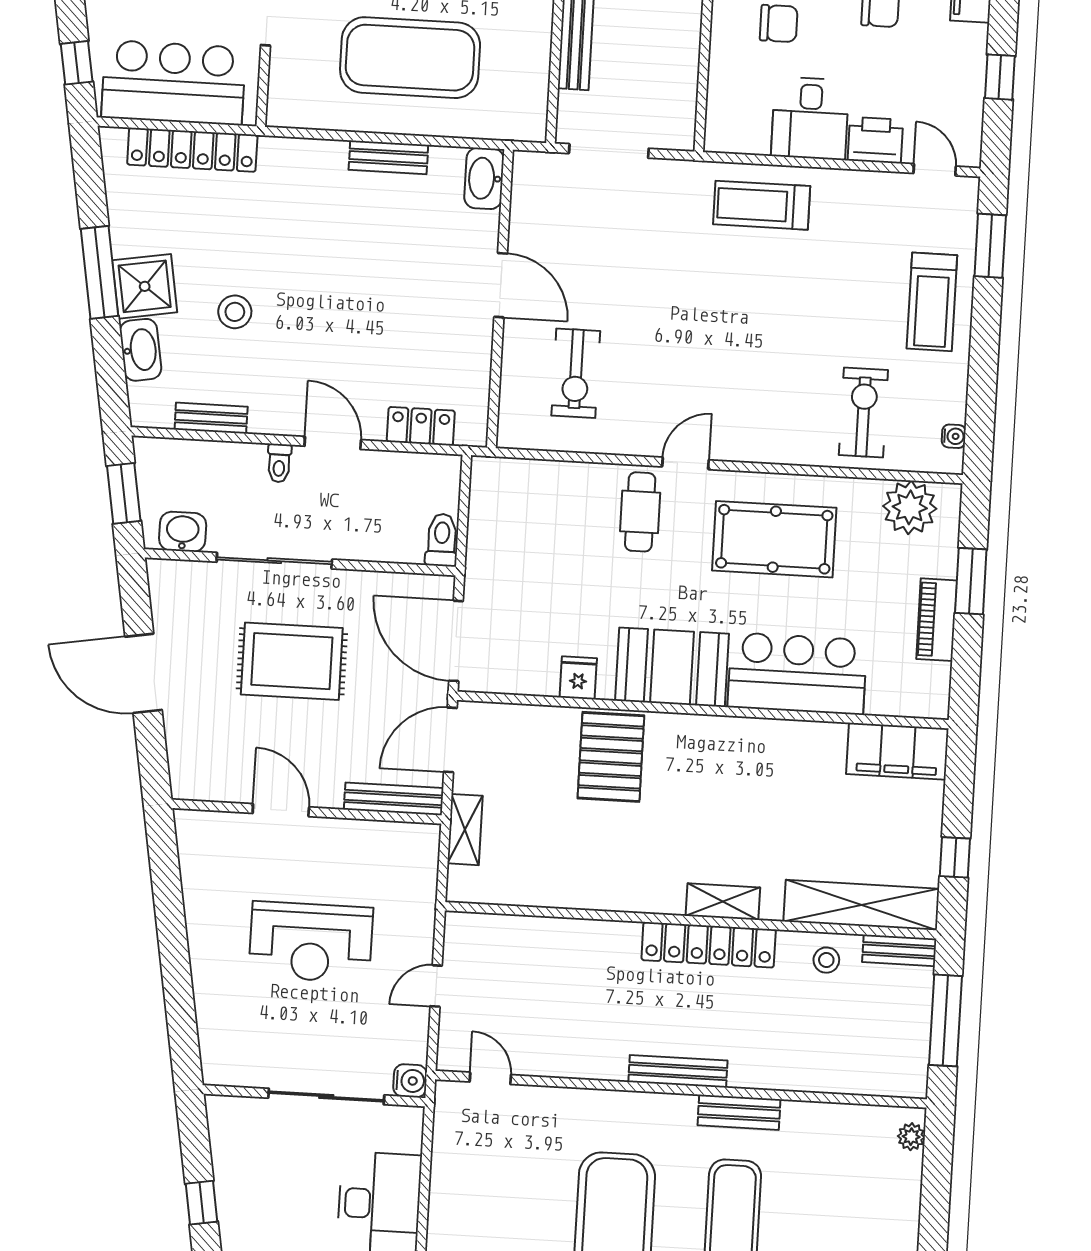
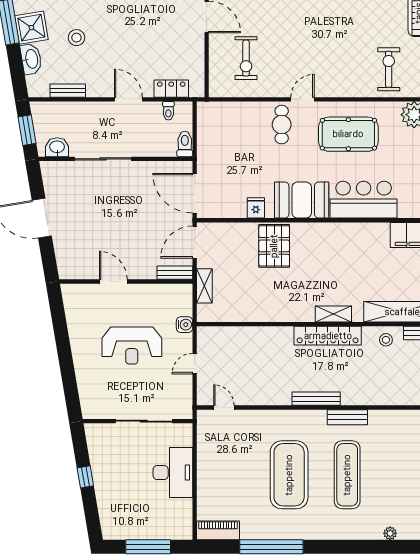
toilet: (279, 463) -> (168, 111), moved
rug: (292, 661) -> (114, 208), removed
bench: (394, 799) -> (175, 273), width x0.73
water cooler: (410, 1081) -> (185, 325), moved

